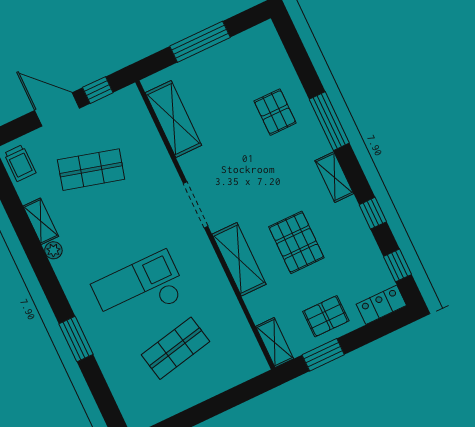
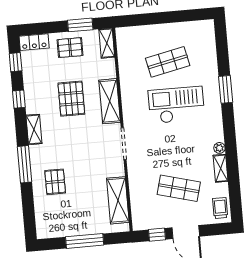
checkout: (139, 290) -> (176, 105), turned 180

